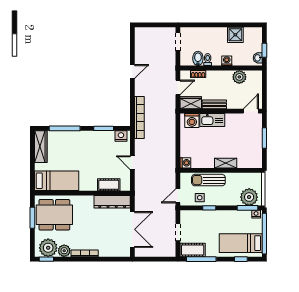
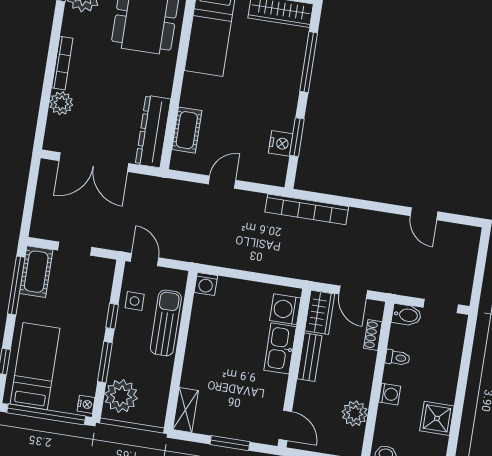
bidet: (198, 58) -> (406, 315), moved
door: (132, 72) -> (424, 214), moved
nightstand: (121, 136) -> (281, 143), moved
shelving: (226, 163) -> (186, 410), moved
window: (248, 208) -> (105, 362), moved
plant: (64, 251) -> (61, 103), moved

